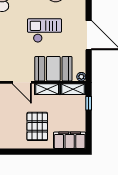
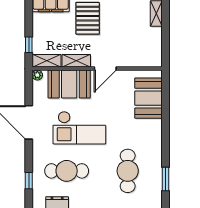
checkout: (44, 31) -> (79, 128), width x1.36, depth x1.21
door: (22, 82) -> (105, 69), swing flipped

